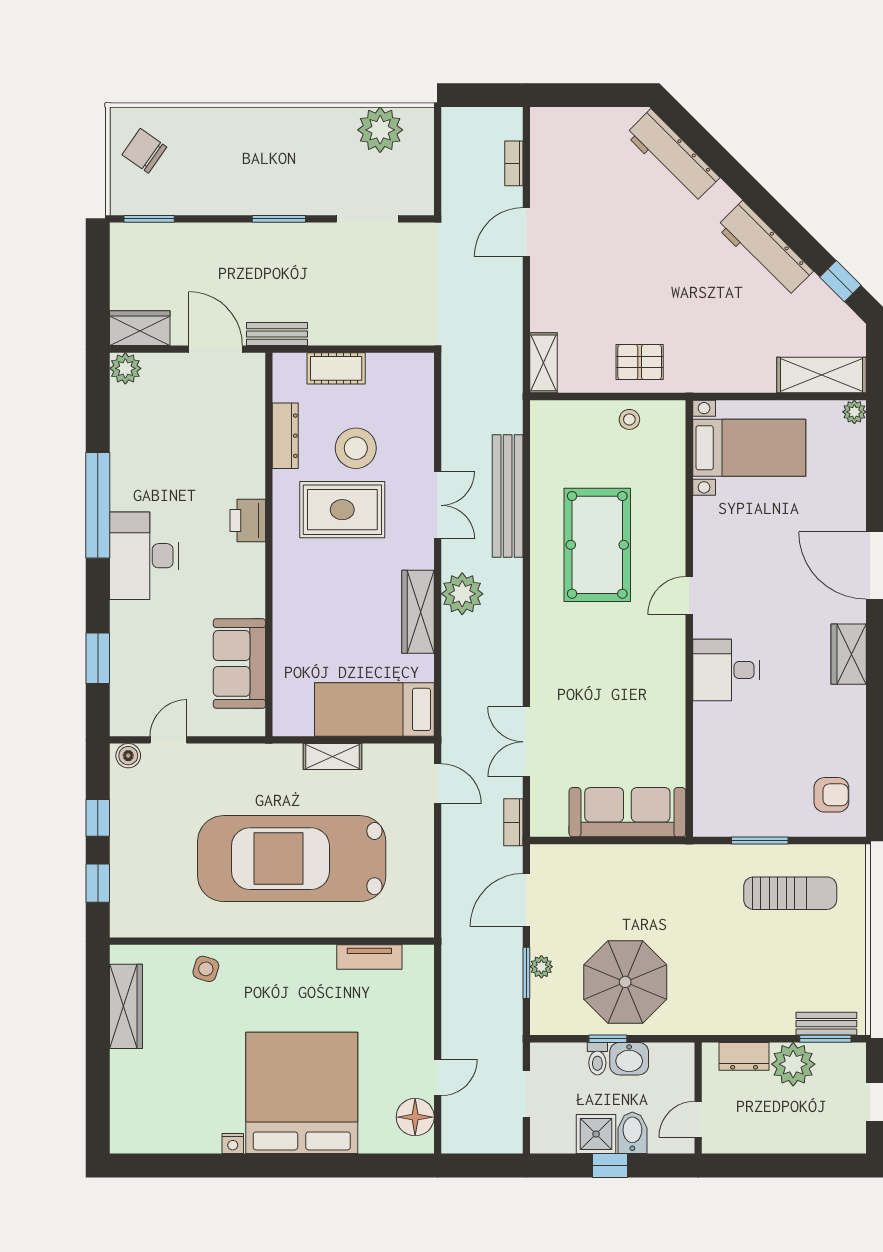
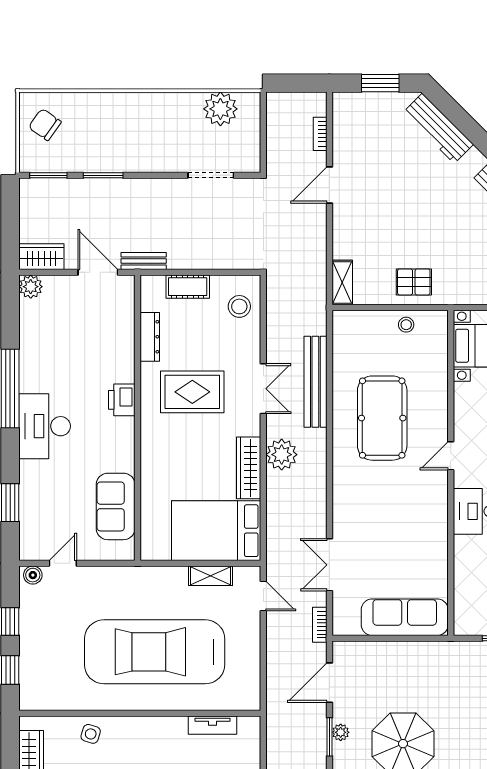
window: (595, 95) -> (380, 83), added
window: (279, 219) -> (103, 175), moved
stool: (356, 448) -> (239, 306), moved, width x0.73, depth x0.73
bed: (374, 709) -> (216, 531), width x1.50
shelving: (333, 757) -> (210, 576), moved

